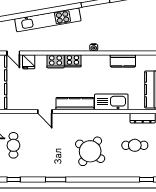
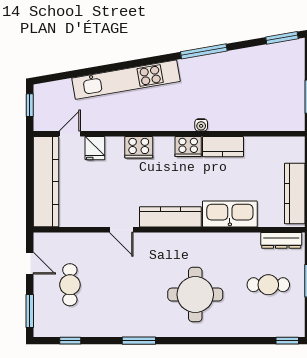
door: (13, 53) -> (70, 134), swing flipped
cooker: (73, 61) -> (188, 147), moved
kitchen counter: (123, 61) -> (223, 147), moved
round table: (90, 151) -> (195, 295), turned -35

